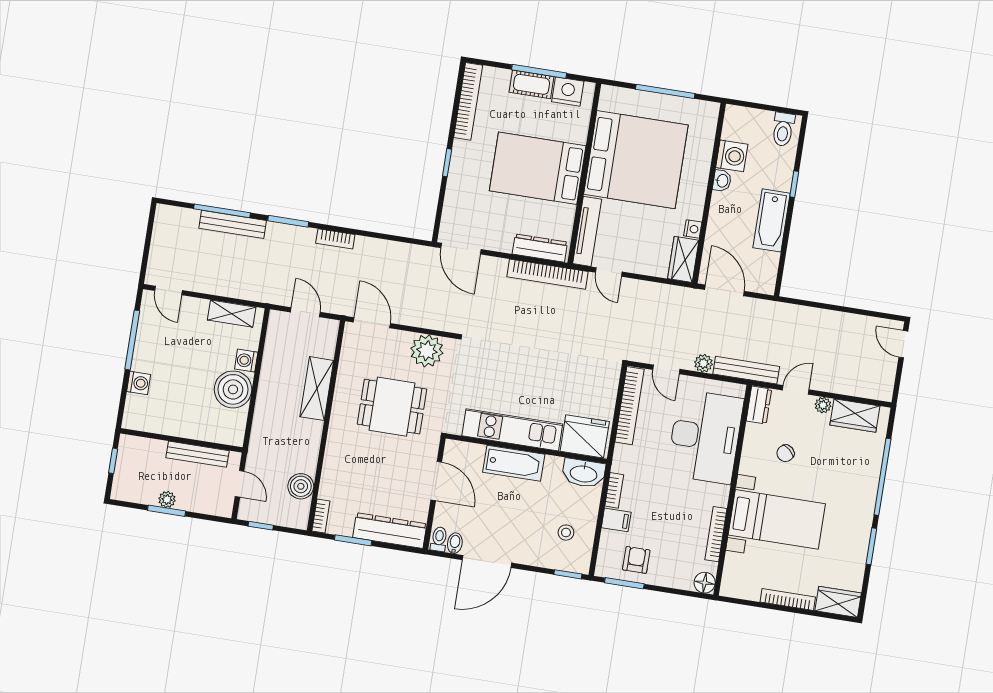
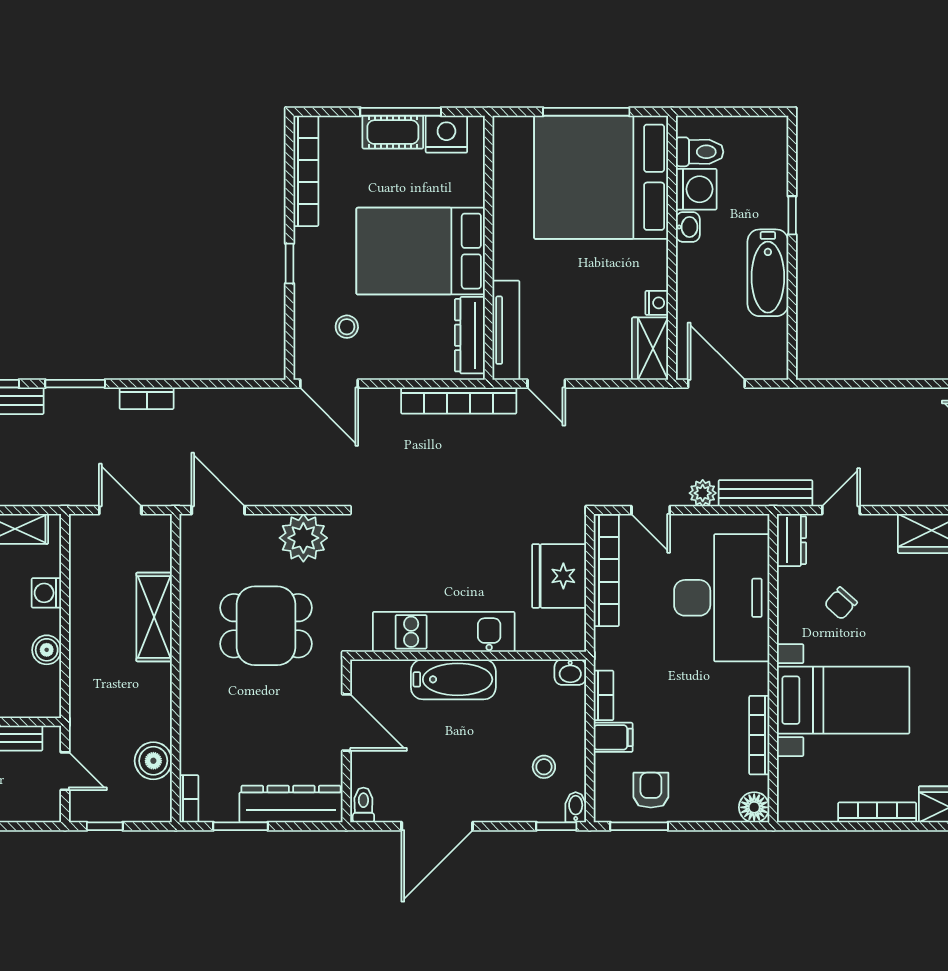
toilet: (783, 129) -> (700, 152), moved, turned -90
bed: (636, 160) -> (601, 177), moved, turned 180
stool: (479, 212) -> (347, 327), added
dresser: (540, 248) -> (470, 335), moved, turned -90
boiler: (233, 389) -> (47, 650), width x0.54, depth x0.54
plant: (823, 405) -> (884, 526), removed
fridge: (585, 436) -> (559, 576), moved, turned -90
washbasin: (584, 473) -> (570, 672), width x0.52, depth x0.69
bidet: (455, 543) -> (576, 807), moved

